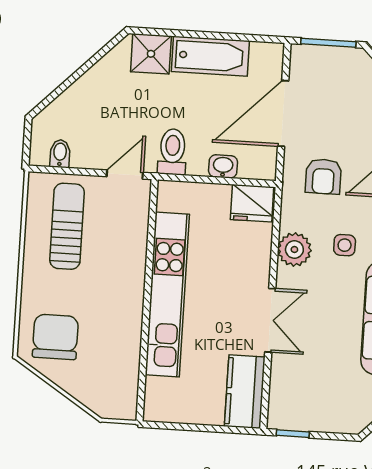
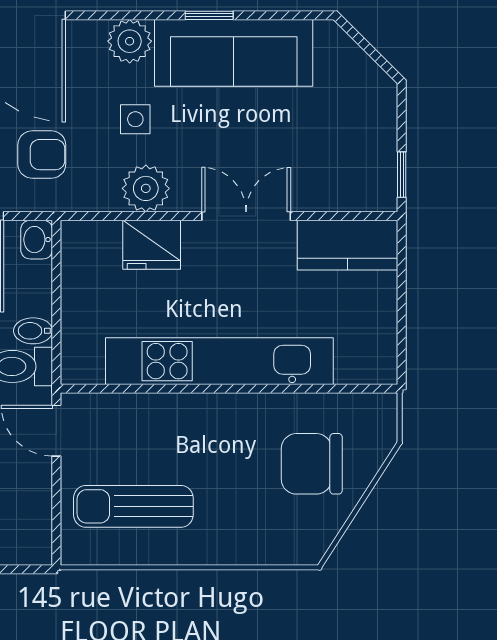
bidet: (60, 154) -> (33, 331), moved
washbasin: (223, 166) -> (37, 240), moved
fridge: (252, 203) -> (152, 245), moved, turned 90
chair: (55, 337) -> (312, 464), moved

